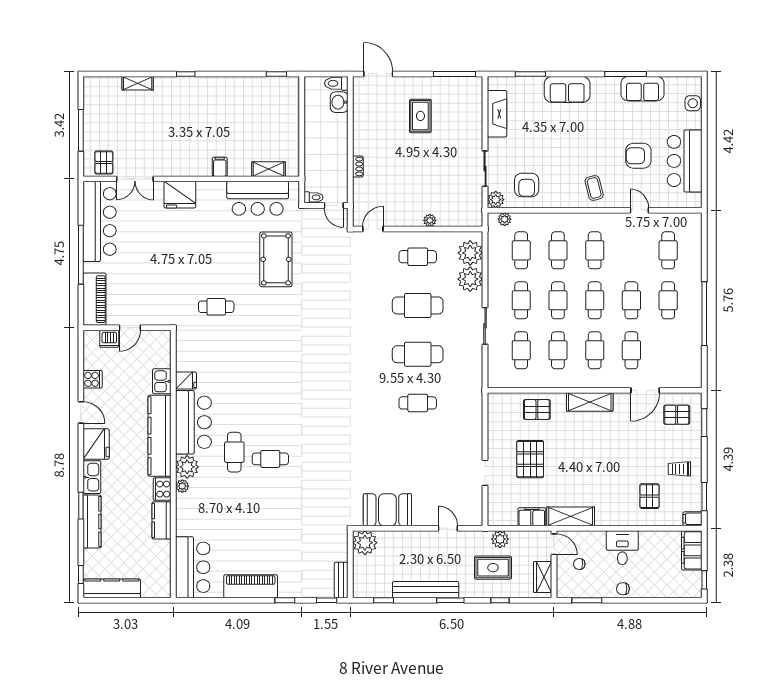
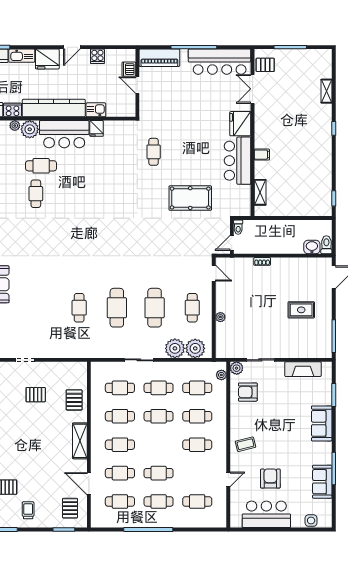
bar counter: (258, 198) -> (237, 161), moved
cafe table: (595, 300) -> (120, 502), moved
pallet: (530, 459) -> (36, 395), width x0.67, depth x0.71

